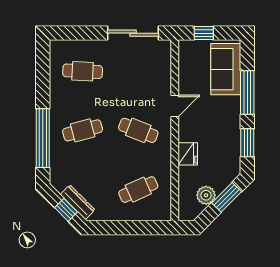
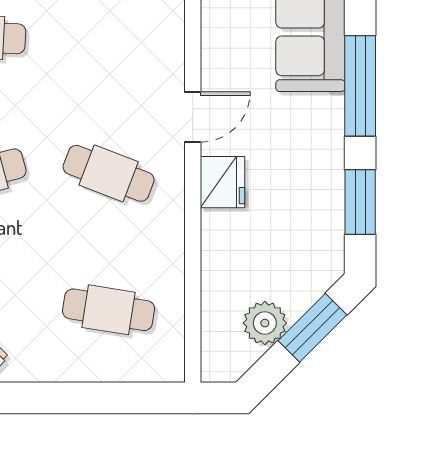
fridge: (188, 154) -> (223, 182), moved
cafe table: (138, 190) -> (109, 310), turned 33

